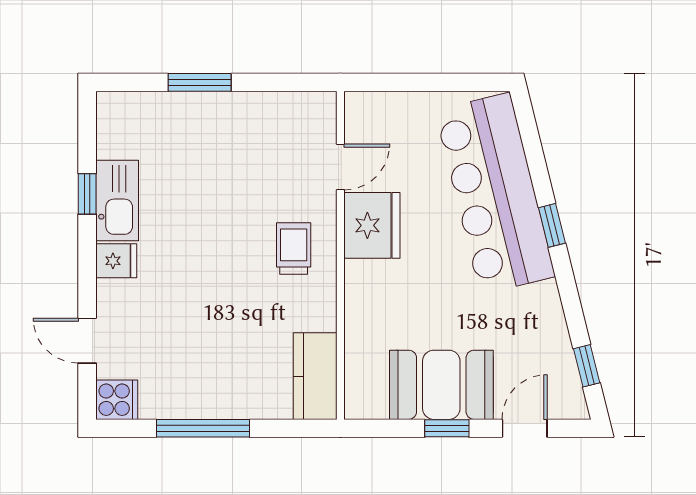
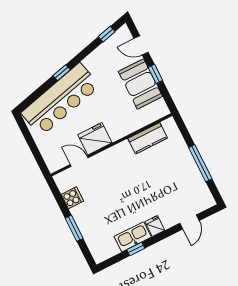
trolley: (294, 248) -> (118, 163), removed
kitchen counter: (315, 376) -> (148, 138), moved
cooker: (117, 400) -> (72, 198), moved, turned 90

